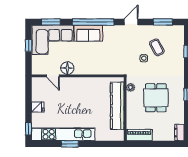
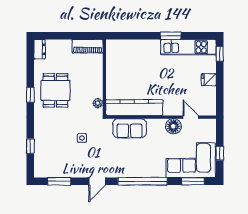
sofa: (88, 33) -> (130, 128), moved, turned 180
coffee table: (157, 47) -> (66, 151), removed
dining table: (156, 98) -> (55, 90), moved
kitchen counter: (117, 106) -> (134, 108), moved, turned -90
kitchen unit: (63, 134) -> (188, 47), width x0.73

